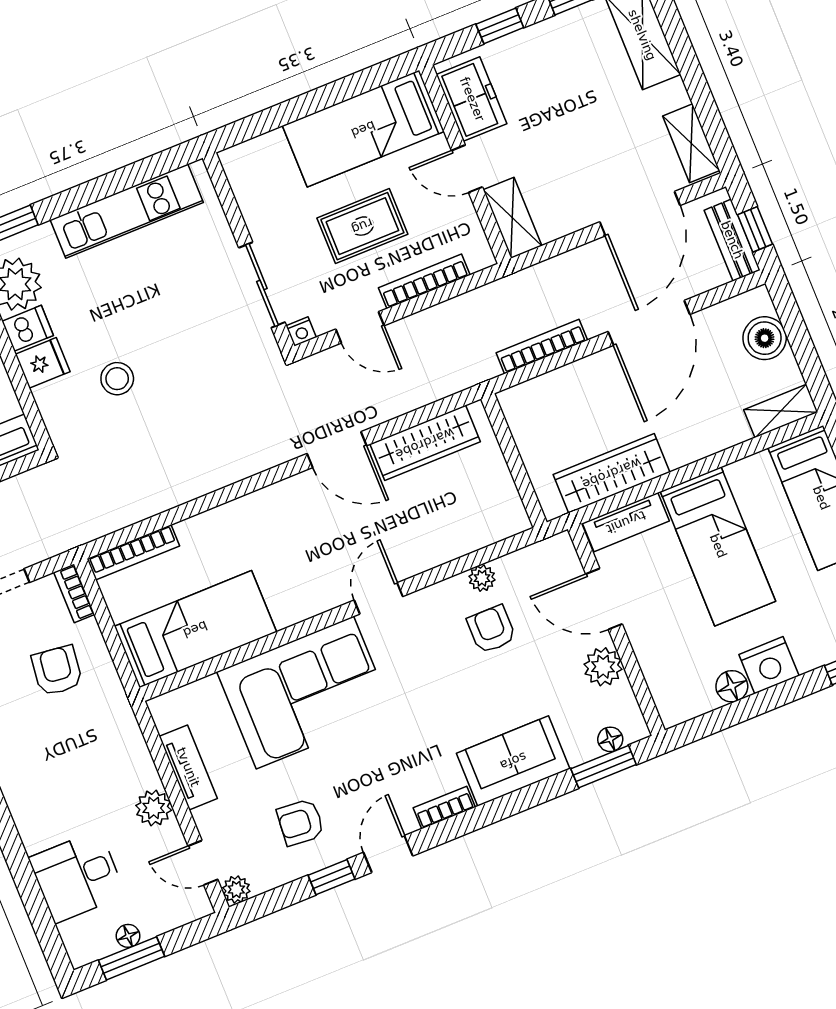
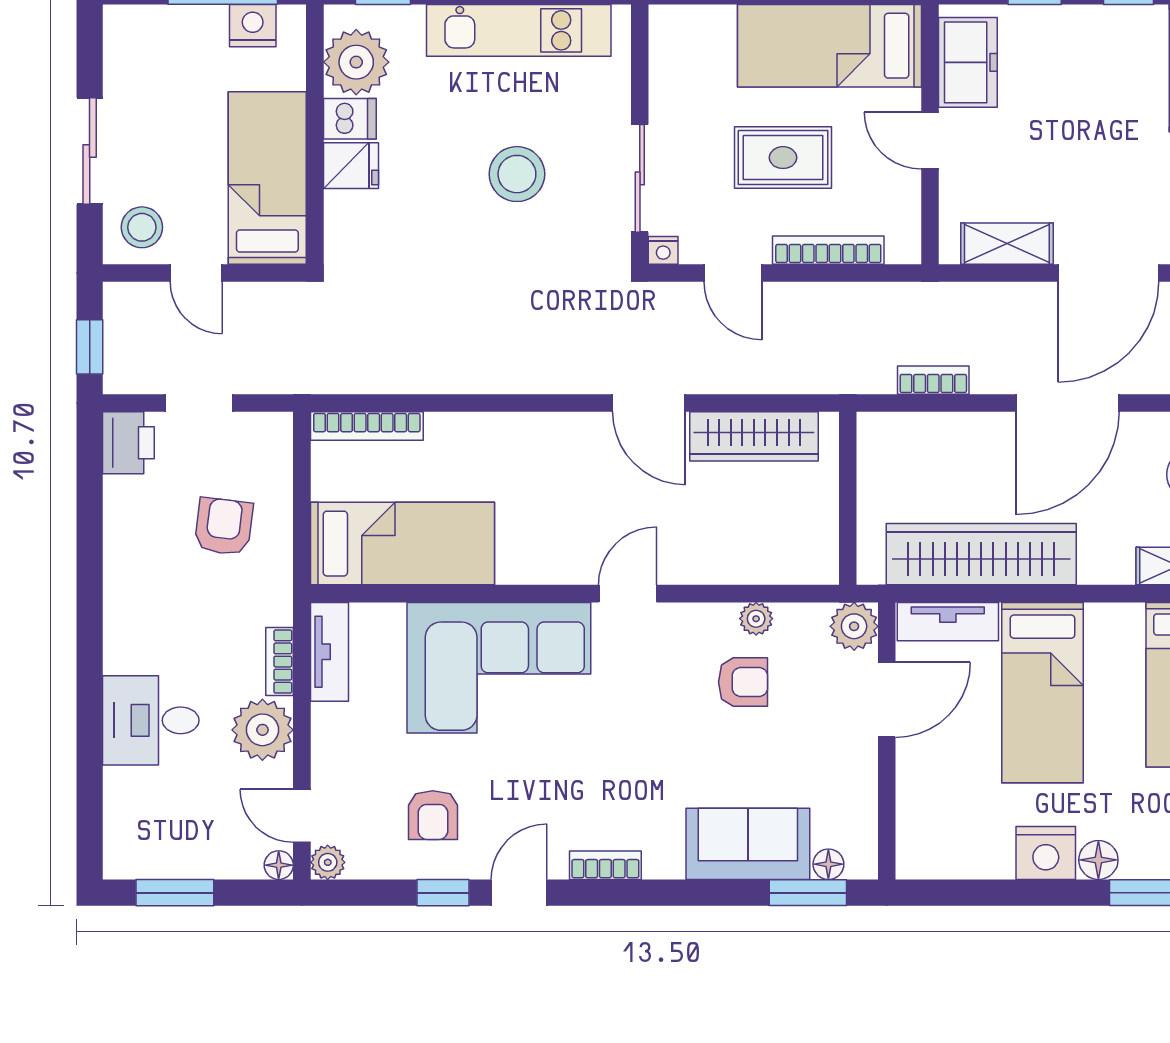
shelving: (512, 218) -> (1007, 244), moved, turned 90
bookcase: (542, 347) -> (933, 380), width x0.64
stool: (117, 379) -> (517, 174), moved, width x1.38, depth x1.38
wardrobe: (612, 473) -> (981, 554), width x1.40, depth x1.17
bookcase: (74, 593) -> (280, 662), moved
door: (604, 599) -> (887, 700), swing flipped
armchair: (491, 629) -> (743, 682), turned 90
plant: (603, 667) -> (854, 626), moved
floor lamp: (732, 686) -> (1098, 860), moved
sofa: (513, 761) -> (748, 844), moved
tv unit: (188, 767) -> (329, 652), moved
plant: (154, 808) -> (262, 730), width x1.36, depth x1.36
armchair: (300, 822) -> (433, 815), turned -95
desk: (77, 876) -> (151, 720), moved
floor lamp: (128, 936) -> (279, 865), moved

